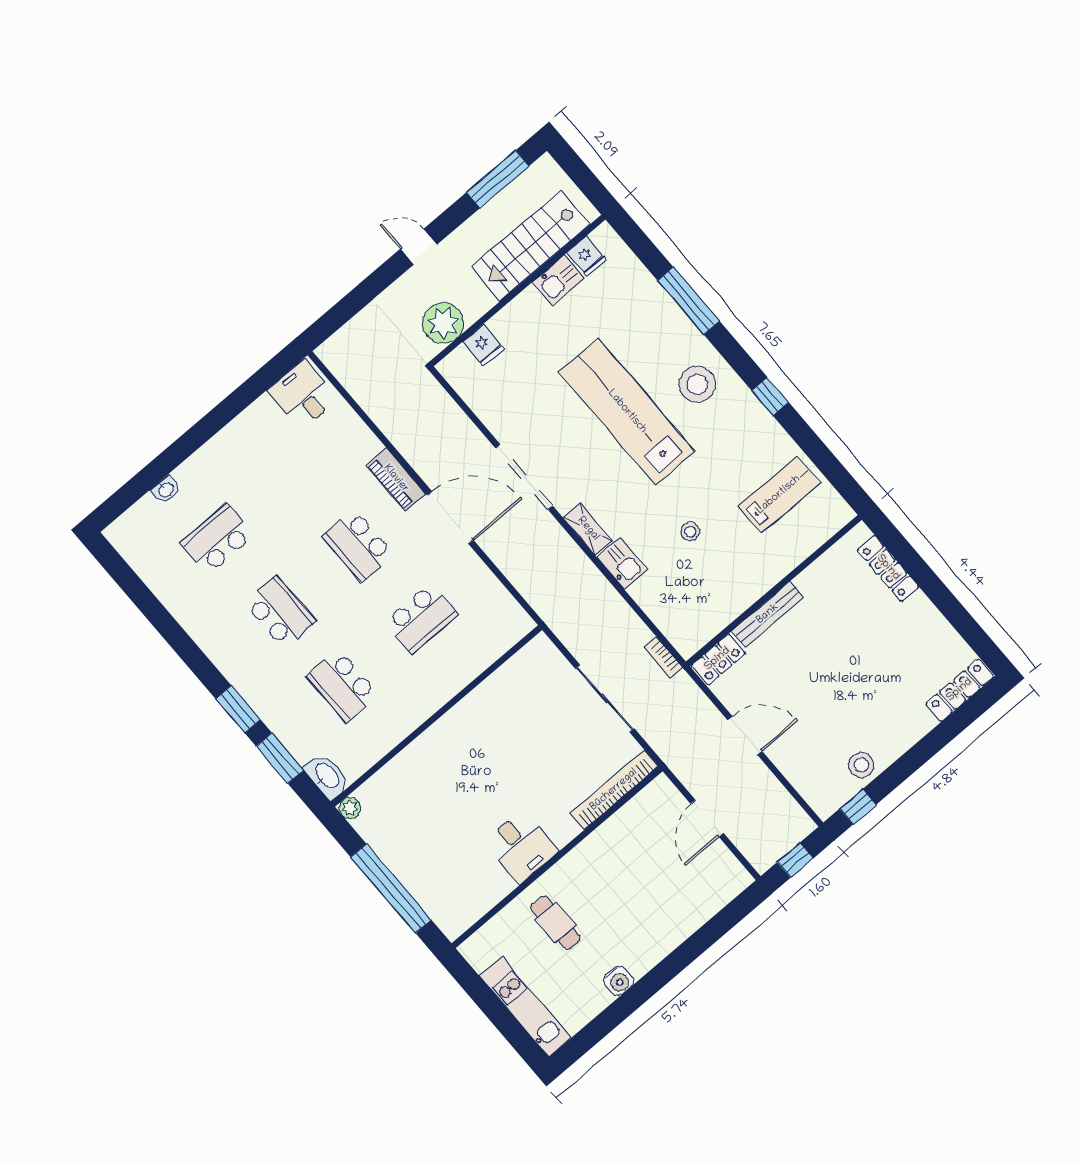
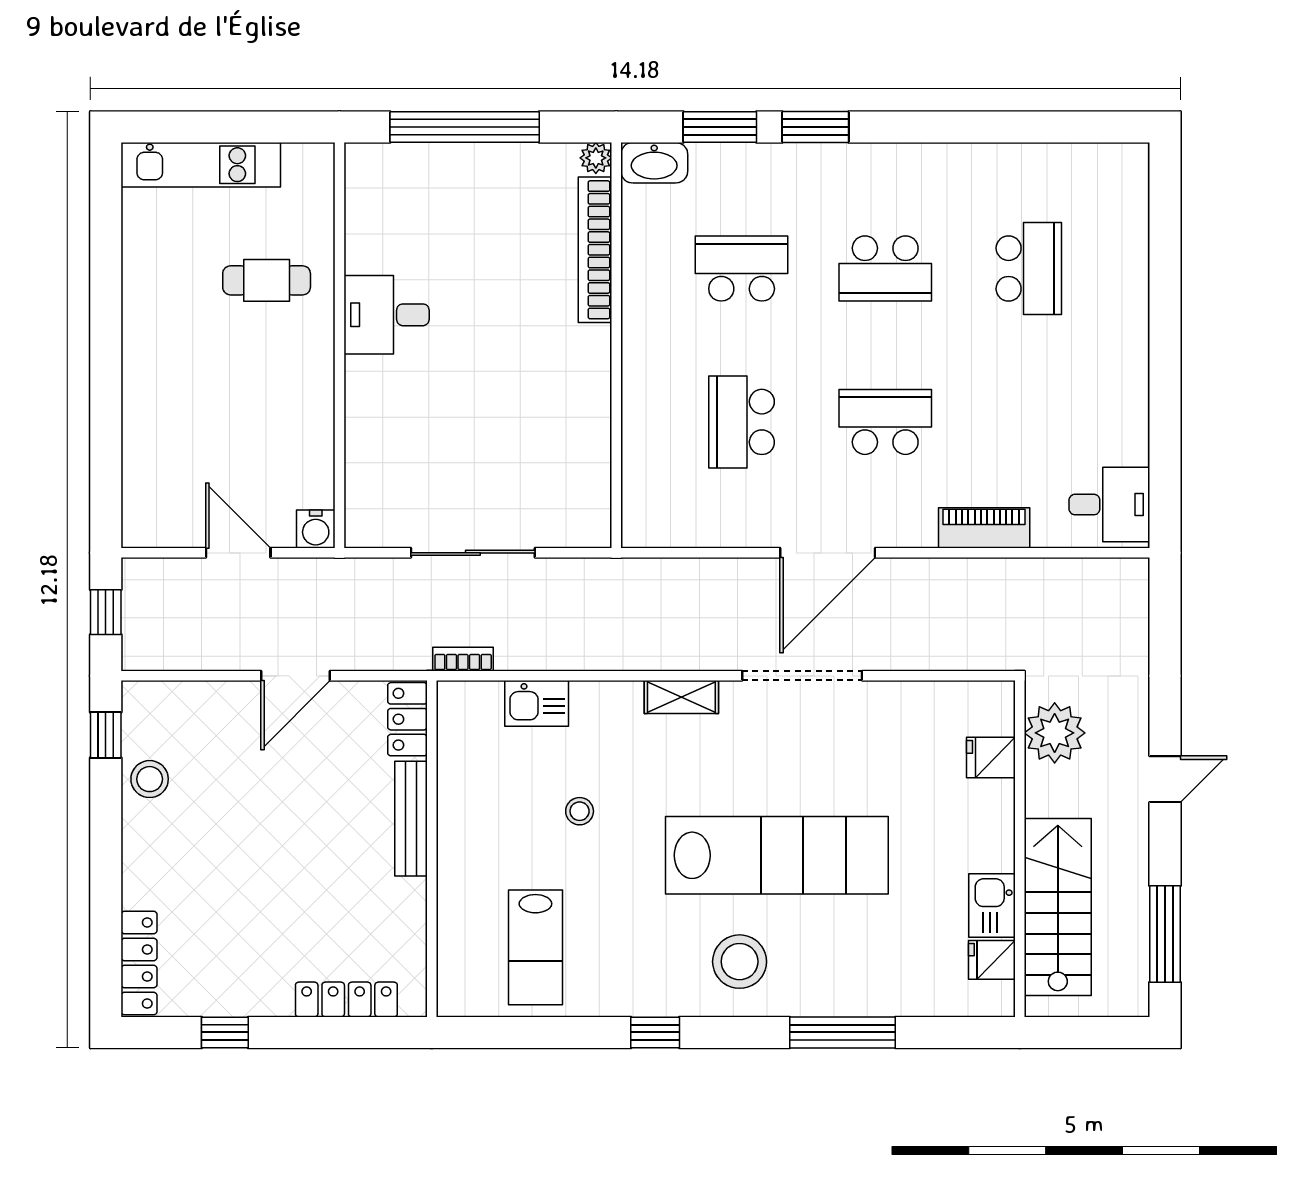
piano: (396, 479) -> (984, 528), moved
washbasin: (166, 489) -> (1135, 258), removed
kitchen sink: (622, 563) -> (537, 703), moved
window: (958, 616) -> (225, 1032), added
bookcase: (614, 790) -> (595, 250), moved, turned 180
water cooler: (618, 981) -> (316, 529), moved, turned -90

